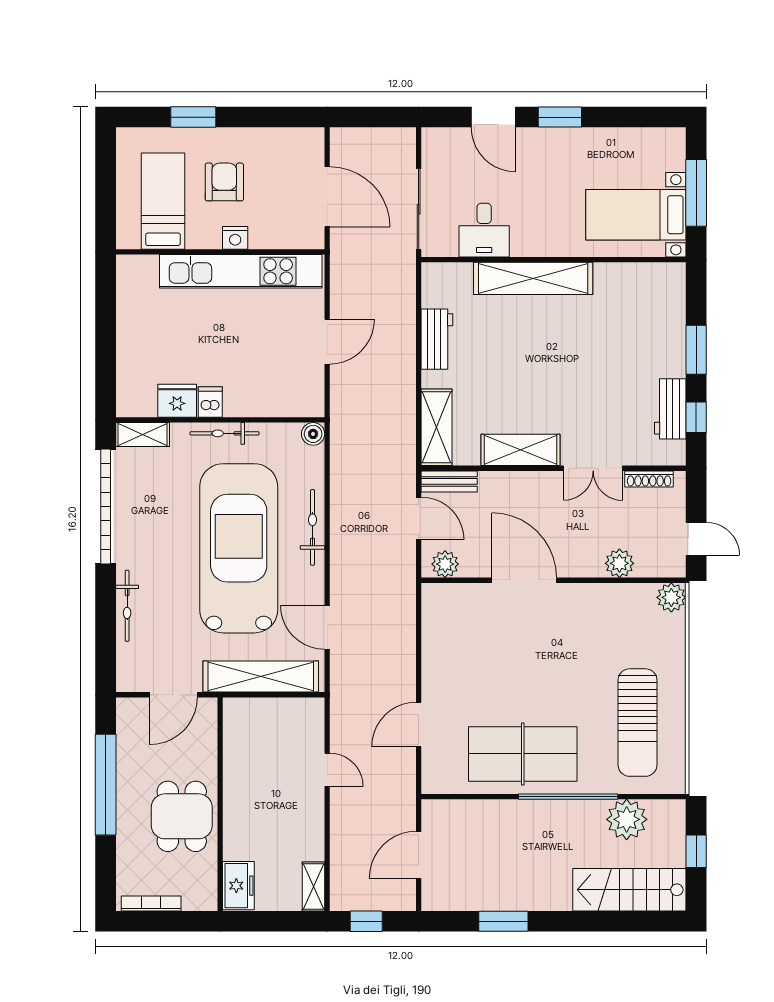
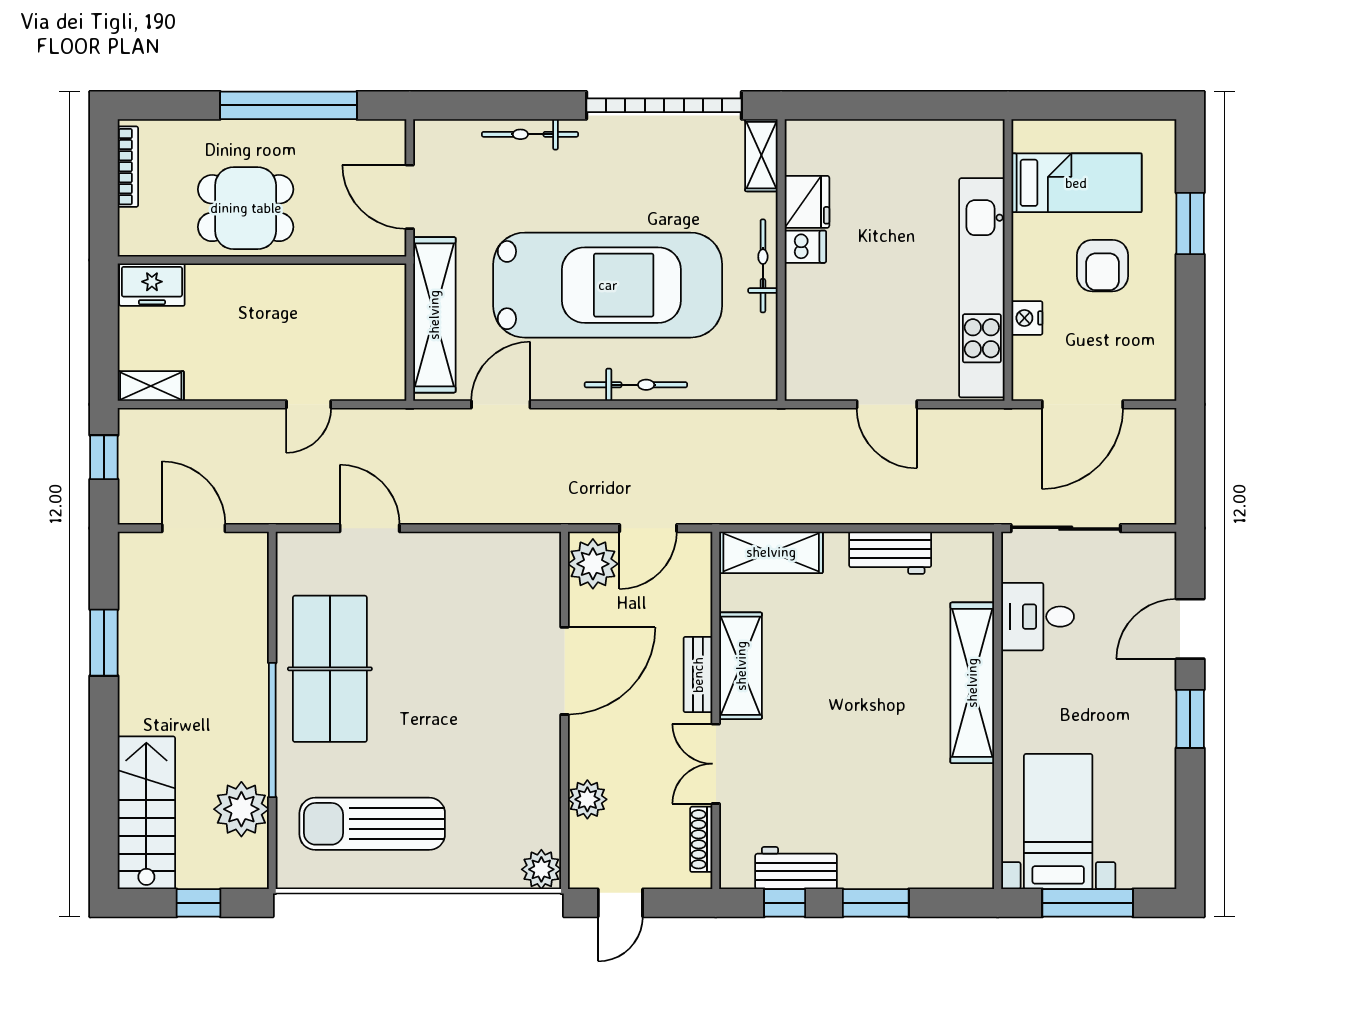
armchair: (224, 182) -> (1102, 266), turned 90
nightstand: (235, 238) -> (1027, 318), moved
boiler: (313, 434) -> (762, 385), removed
bench: (449, 481) -> (698, 675), moved
plant: (445, 564) -> (593, 564), width x1.36, depth x1.36

